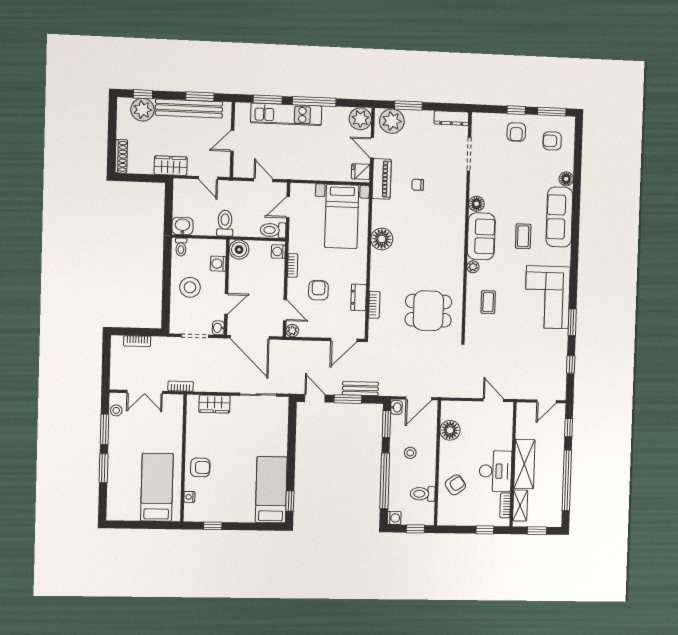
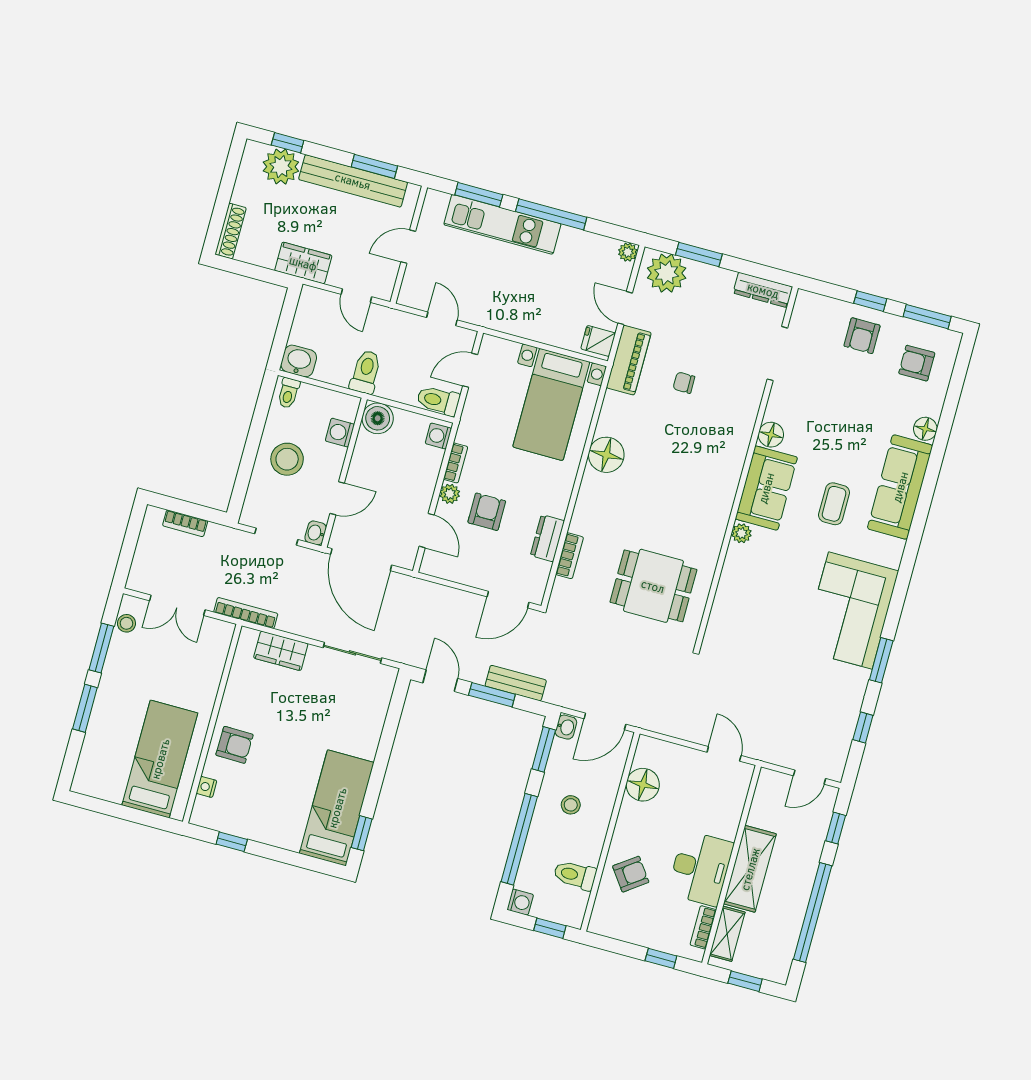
plant: (360, 119) -> (628, 252), width x0.53, depth x0.53
coffee table: (488, 302) -> (753, 595), removed
plant: (292, 331) -> (450, 494), moved
bookcase: (181, 386) -> (246, 613), width x1.56

